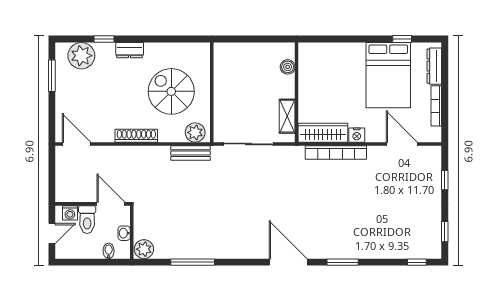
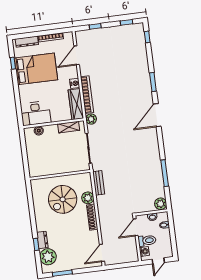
dresser: (130, 50) -> (42, 240), moved
desk: (316, 66) -> (36, 113), added
plant: (195, 132) -> (88, 198), moved
plant: (296, 154) -> (91, 119), added
door: (52, 234) -> (158, 261), swing flipped

